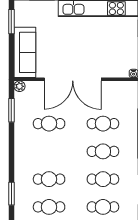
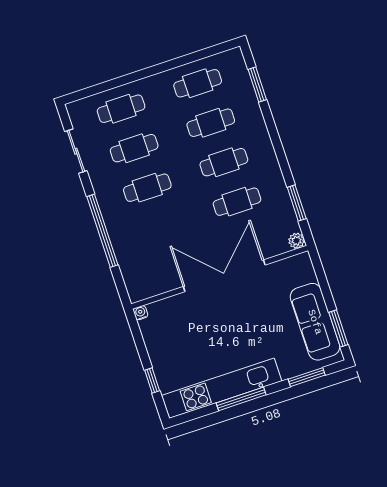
sofa: (25, 52) -> (315, 322), moved
cafe table: (103, 124) -> (224, 162), moved

